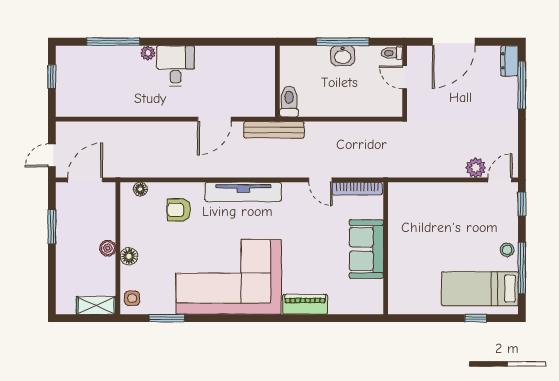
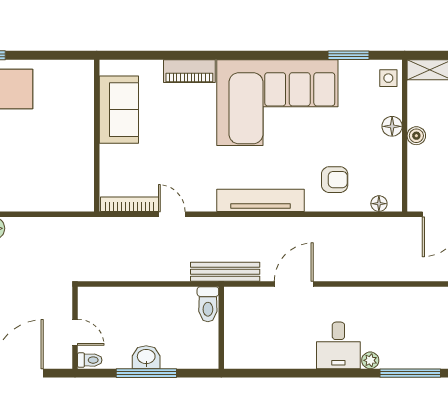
sofa: (366, 249) -> (119, 110), moved

